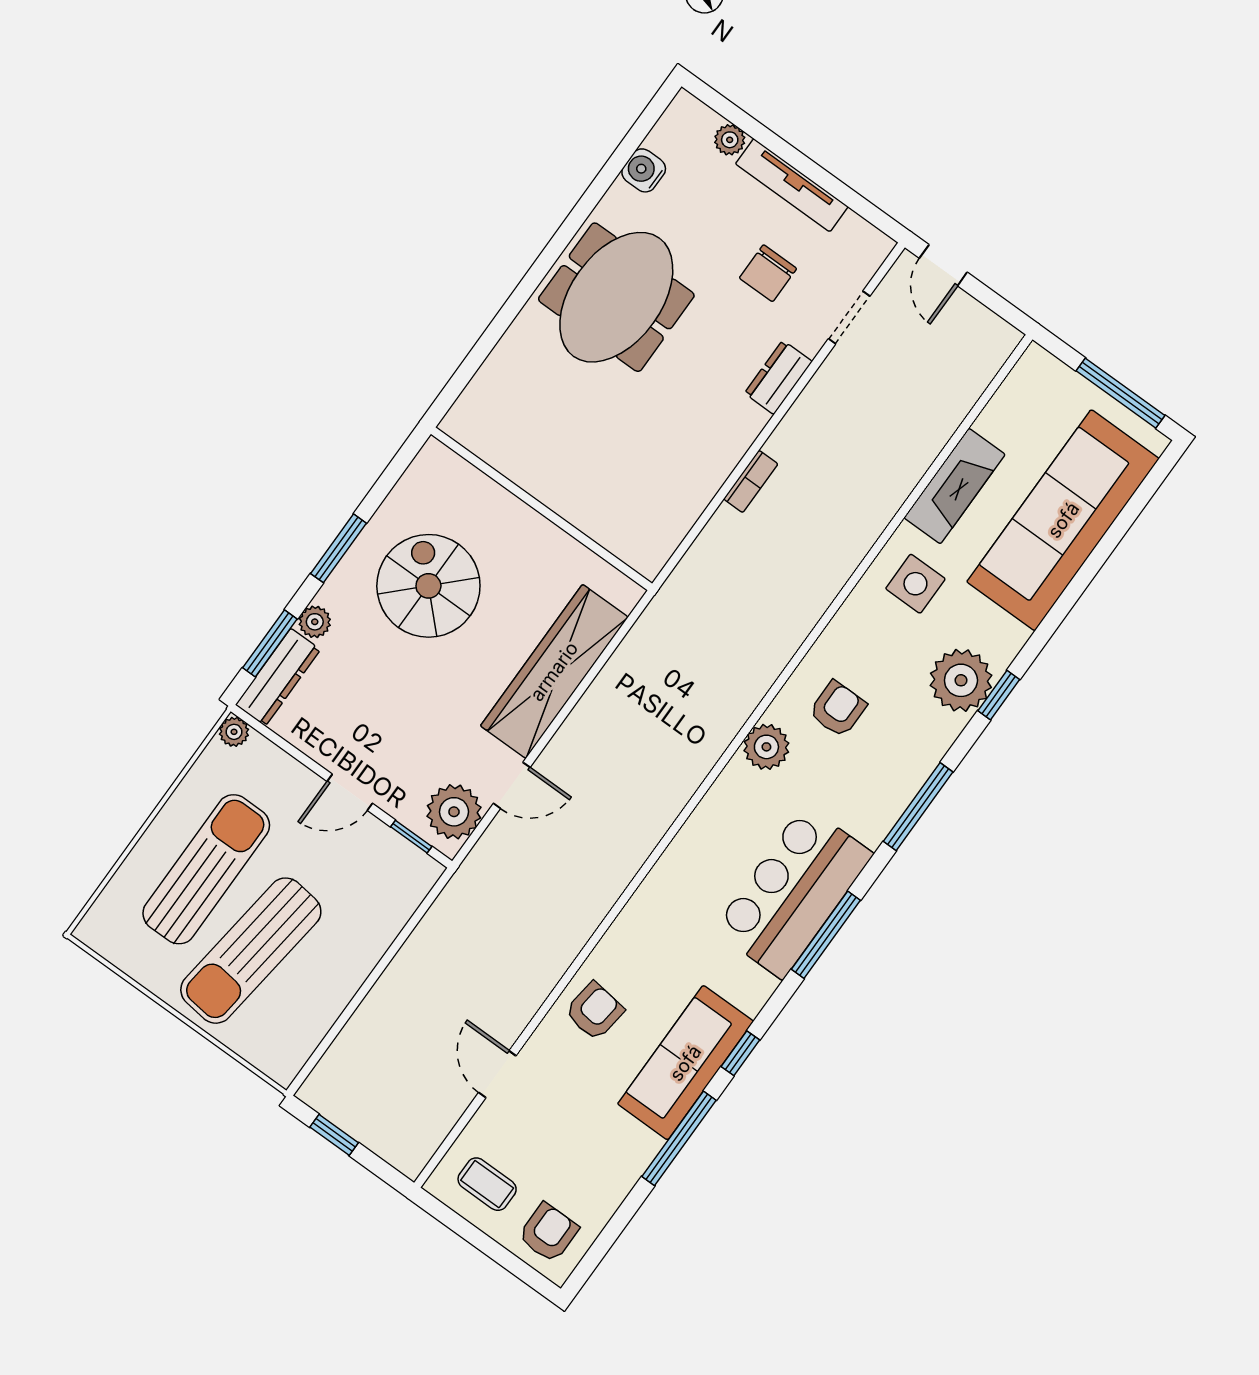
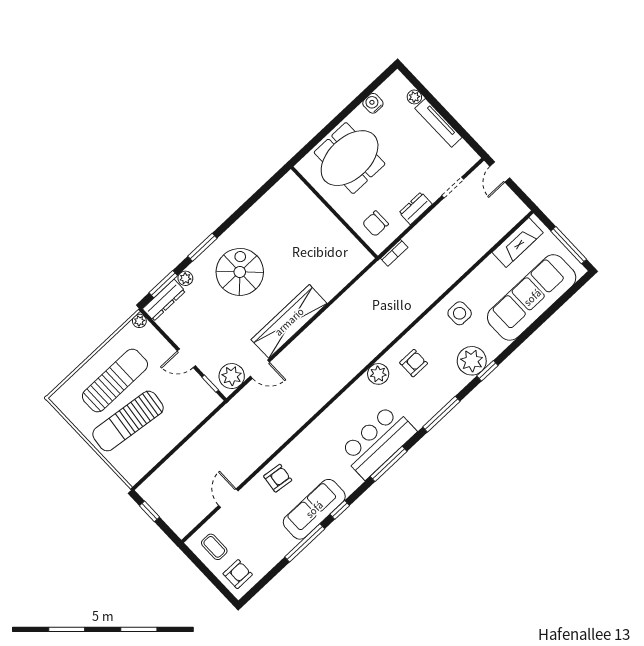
chair: (768, 273) -> (375, 224), moved
fireplace: (955, 486) -> (518, 243), moved
wall: (542, 509) -> (334, 212), moved

